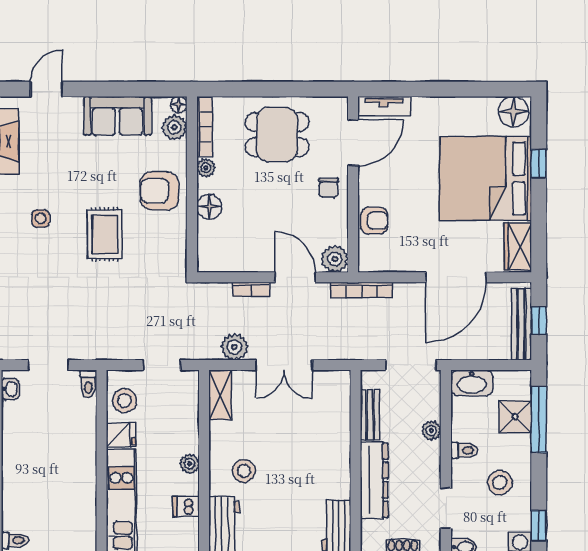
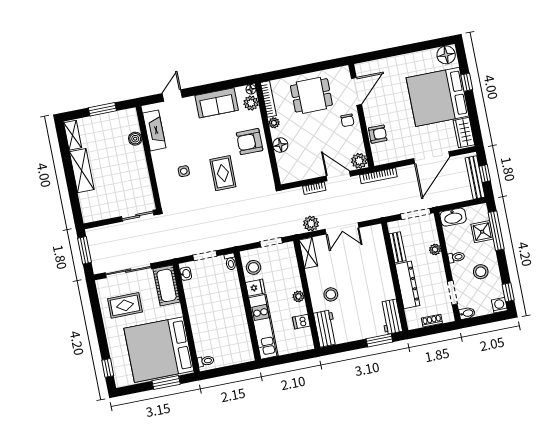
tv unit: (384, 106) -> (370, 67), removed

